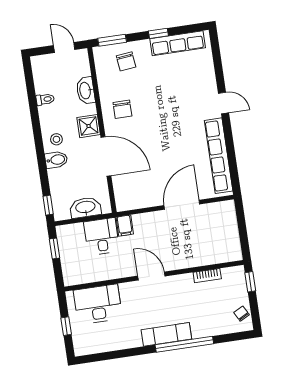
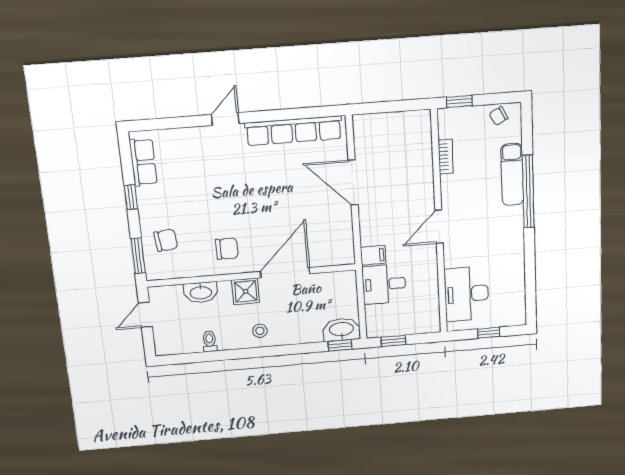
row of seats: (178, 43) -> (143, 162), width x0.68
bidet: (56, 160) -> (285, 333), removed
washbasin: (85, 207) -> (341, 330), moved, turned 90
exam couch: (166, 334) -> (512, 174), moved

